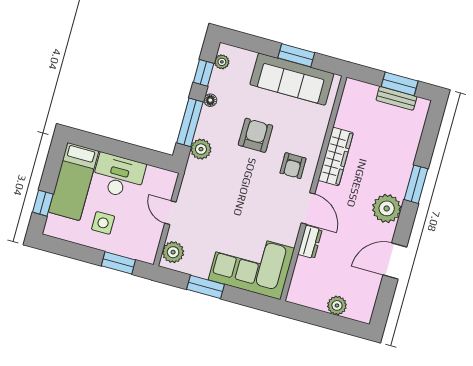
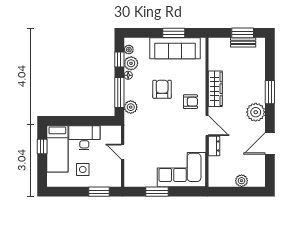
armchair: (293, 166) -> (190, 102), turned -90
window: (43, 203) -> (42, 146), moved
plant: (173, 252) -> (131, 63), moved

